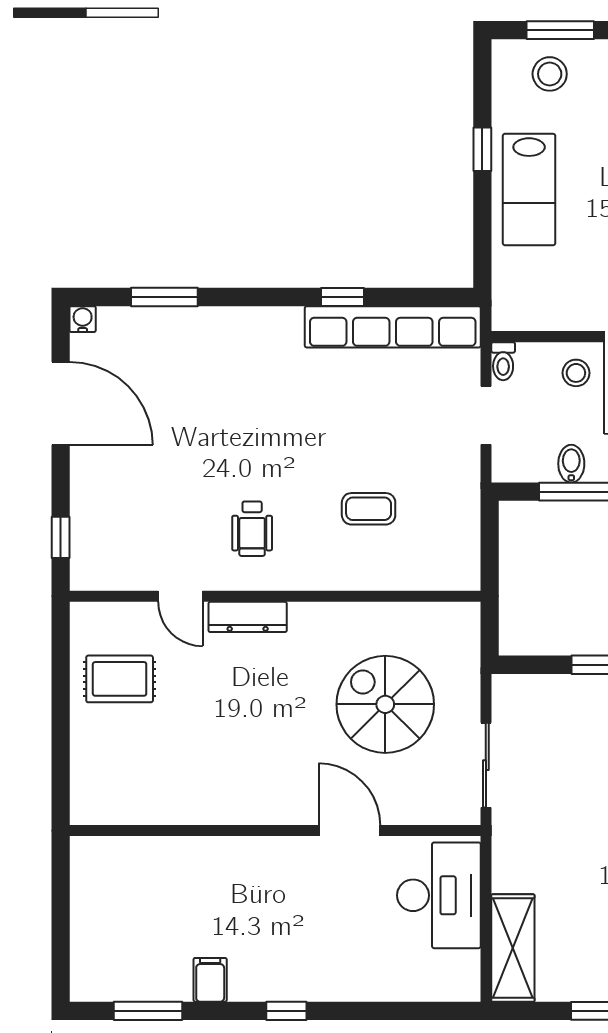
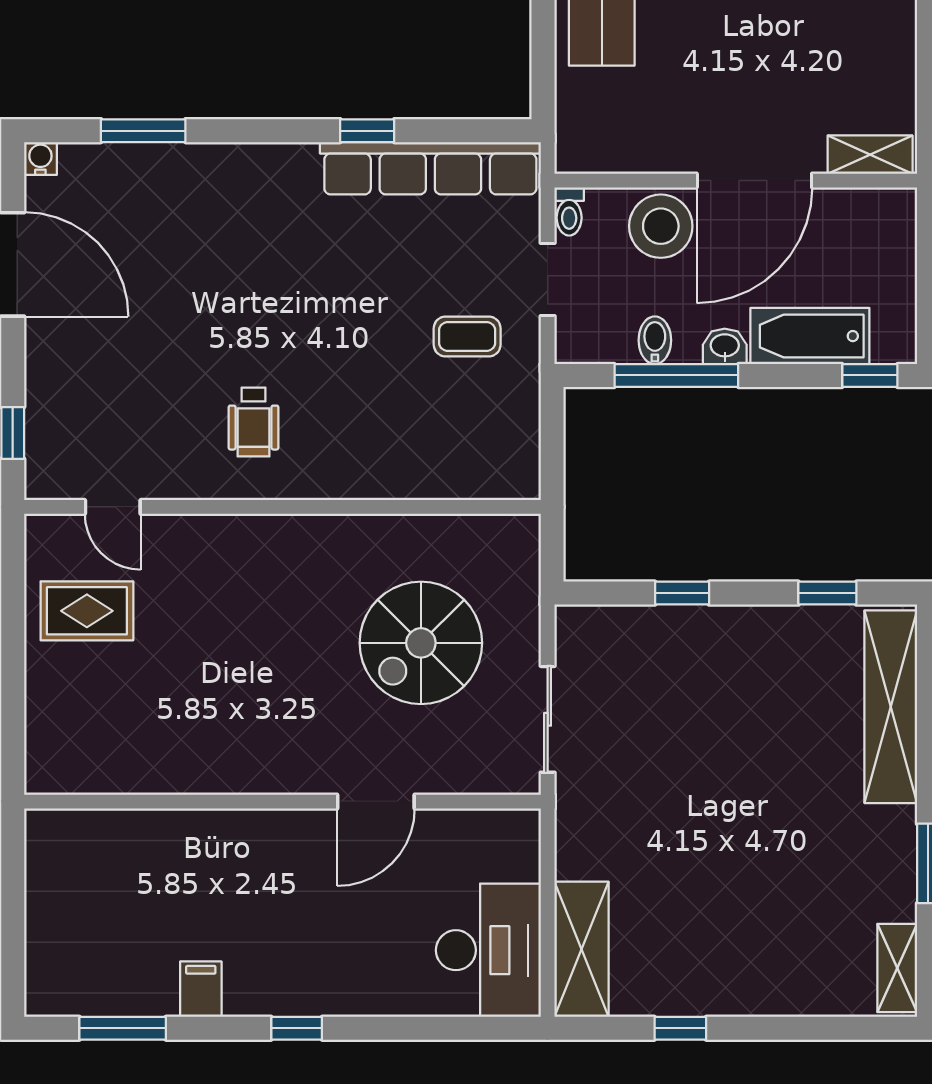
stool: (576, 373) -> (661, 226), width x1.89, depth x1.89
coffee table: (369, 509) -> (467, 337), moved
door: (180, 596) -> (113, 507), moved
dresser: (248, 617) -> (248, 533), removed
spiral stairs: (385, 704) -> (421, 643), turned -90
door: (349, 831) -> (376, 802), swing flipped
desk: (439, 895) -> (488, 950), moved

